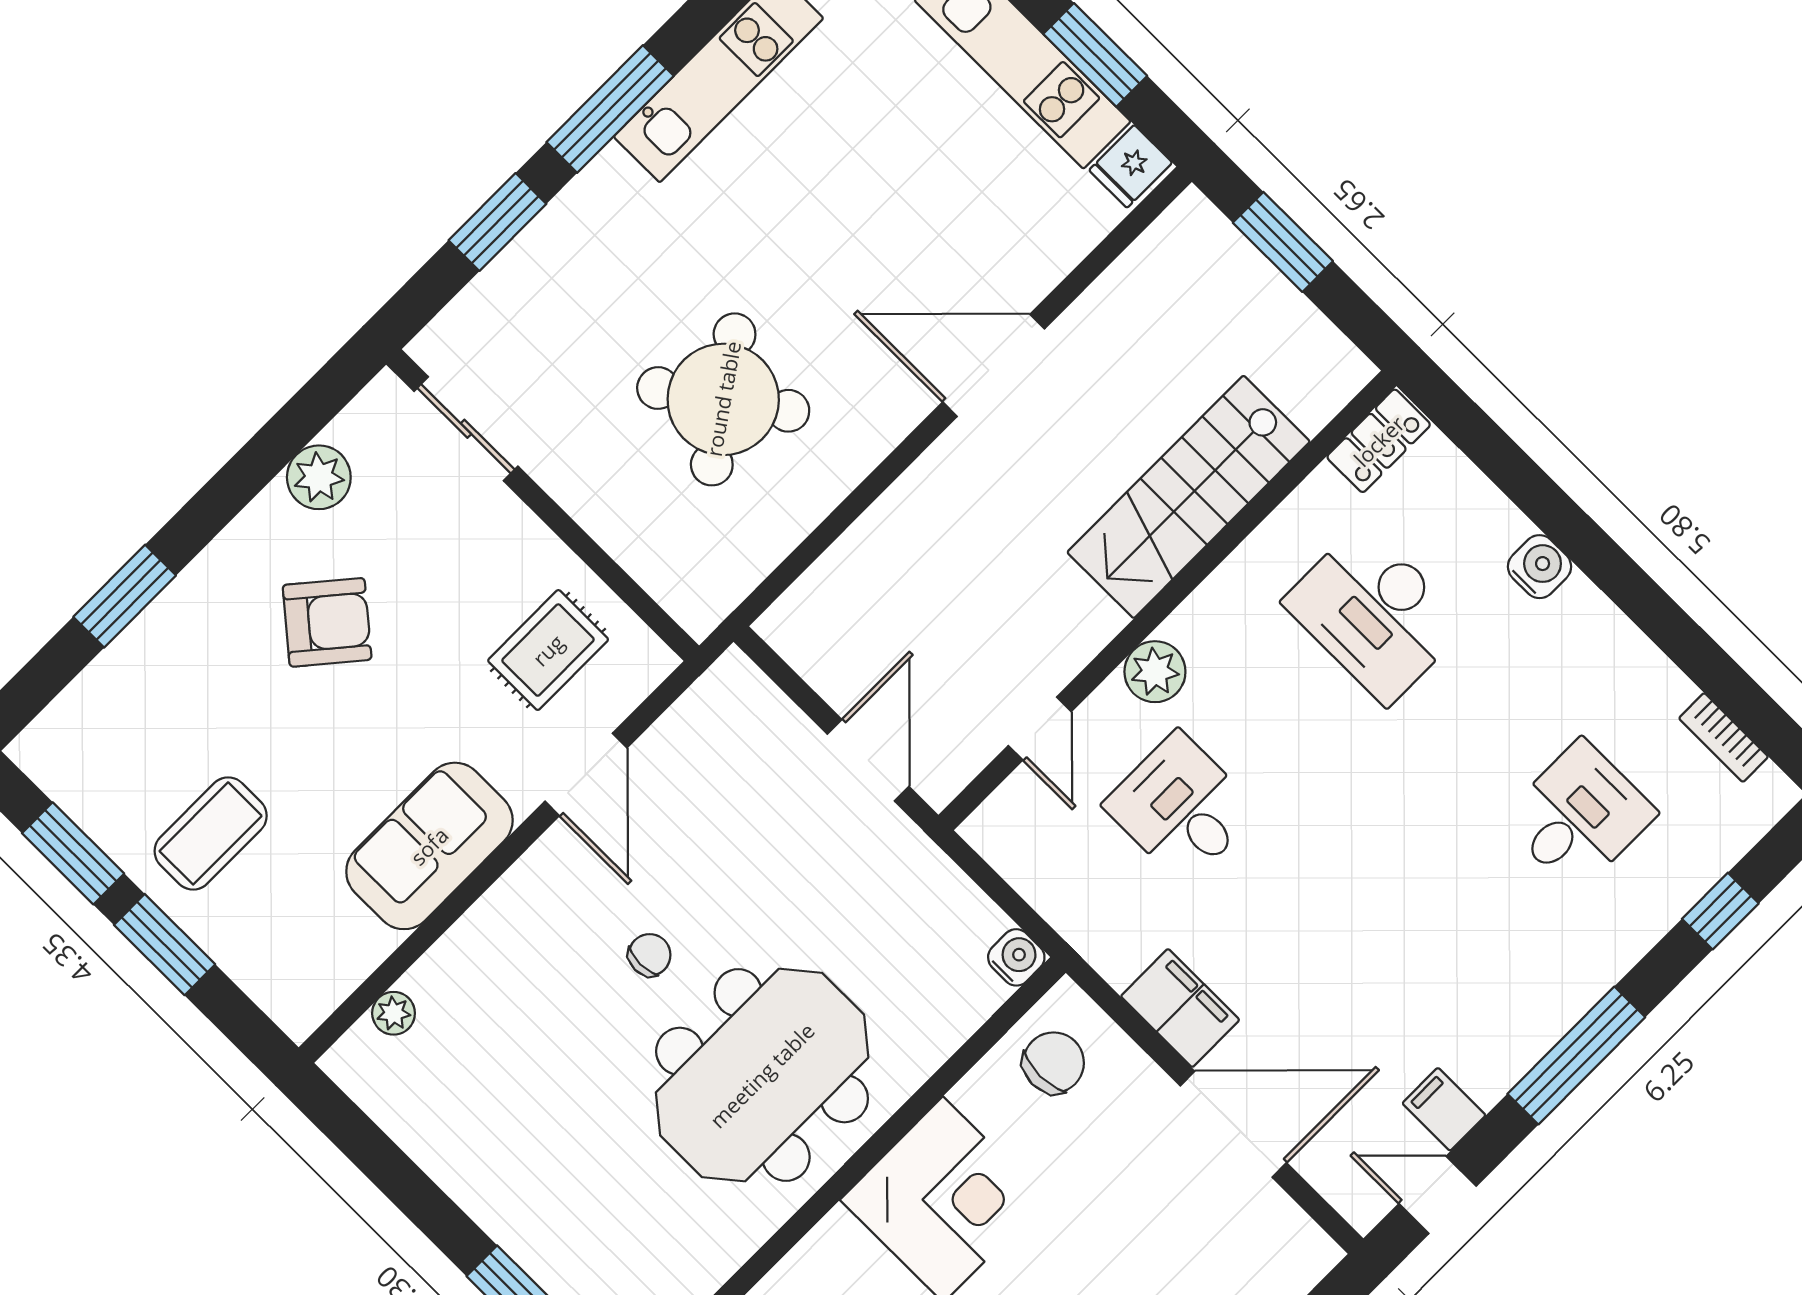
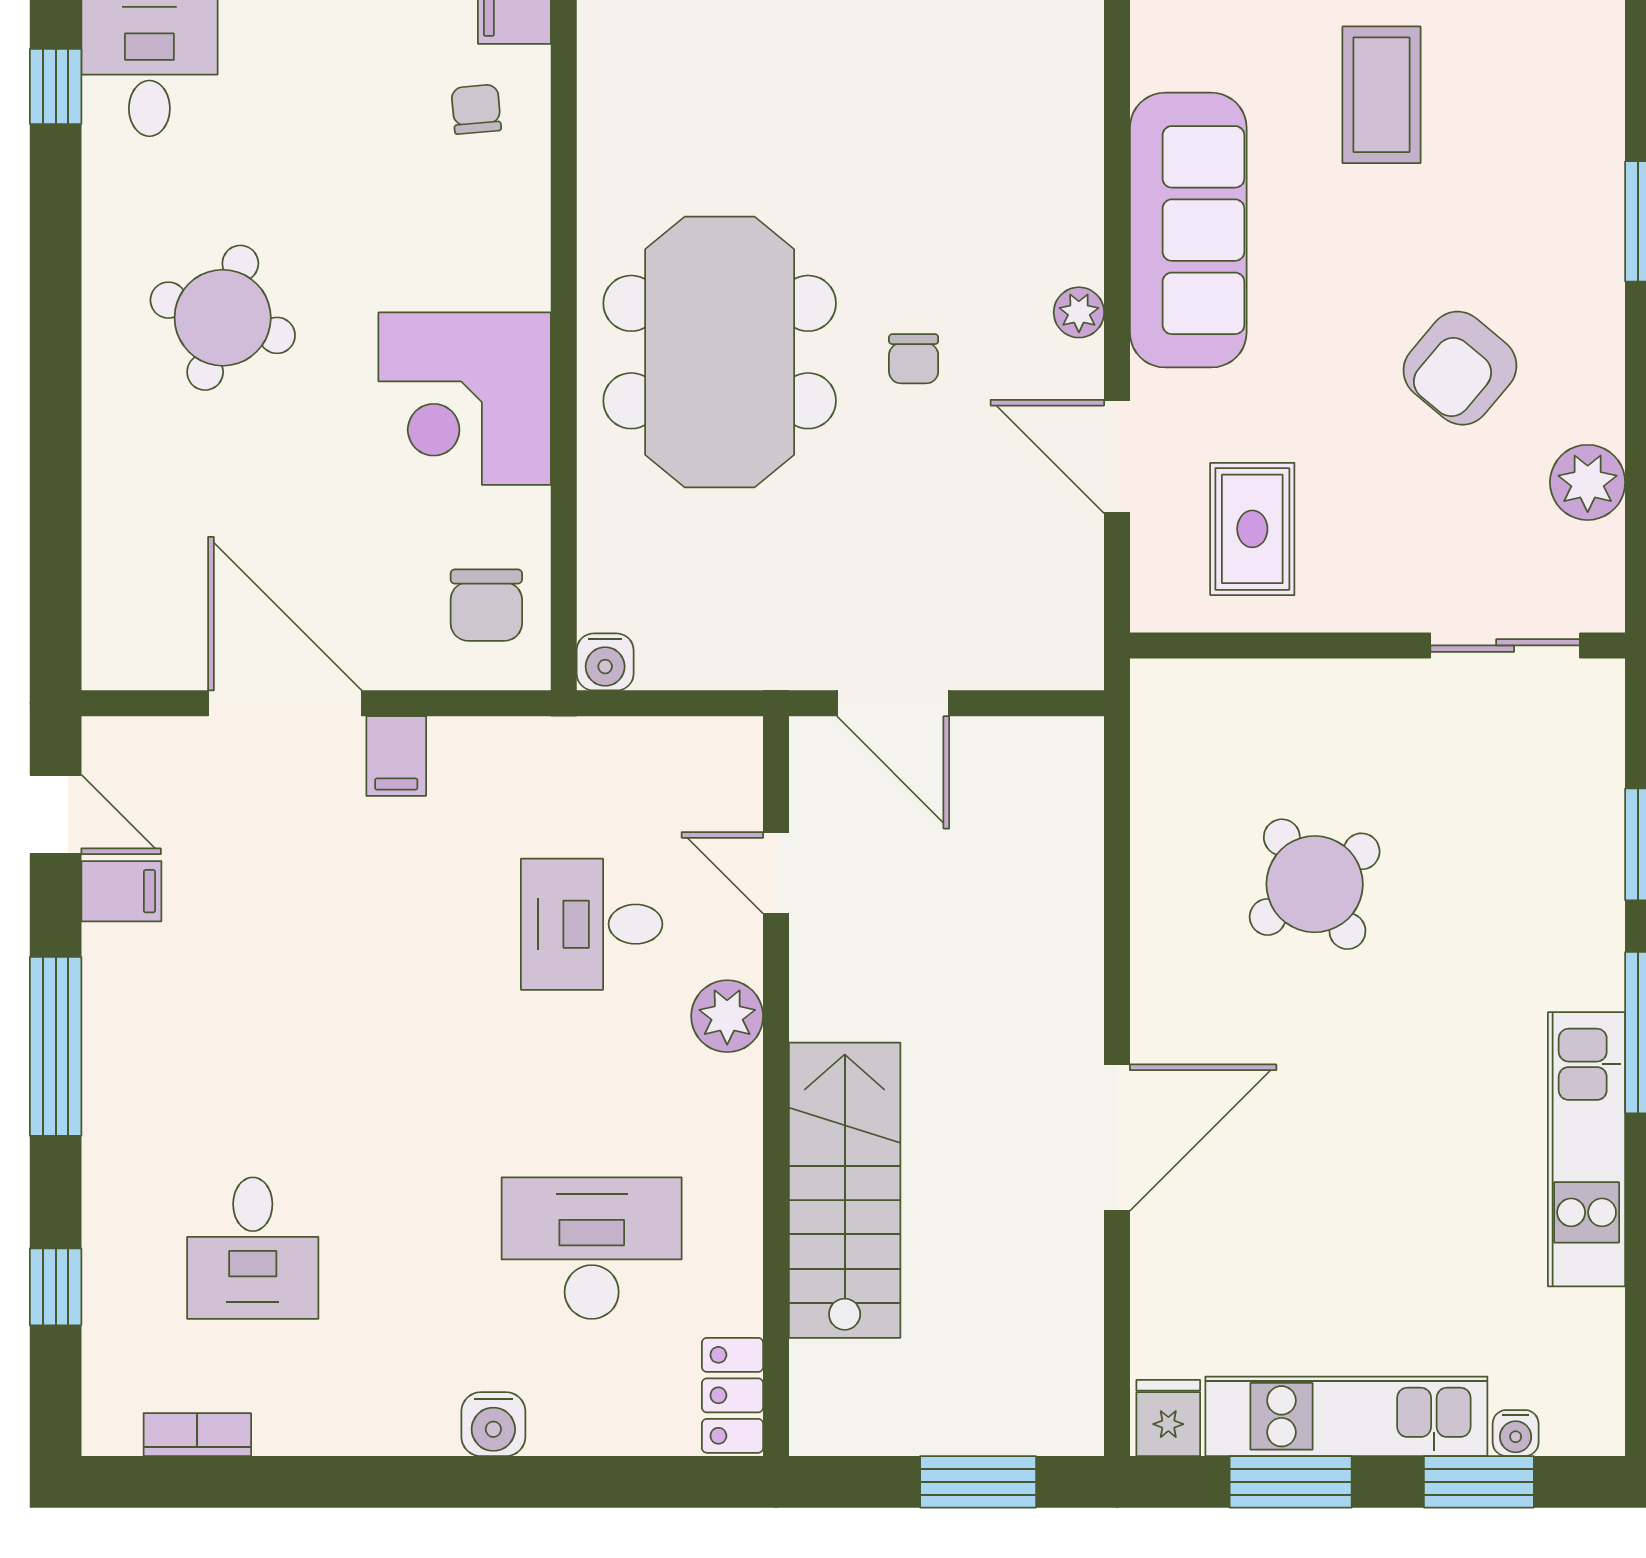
round table: (723, 399) -> (1315, 884), width x0.73, depth x0.73
desk: (1181, 808) -> (592, 924), turned 180
sofa: (429, 846) -> (1188, 230), width x1.36
filing cabinet: (1180, 1008) -> (396, 756), width x0.50
plant: (394, 1013) -> (1079, 312), moved
door: (1233, 1124) -> (285, 703), swing flipped
door: (1438, 1195) -> (56, 814), hinge flipped

